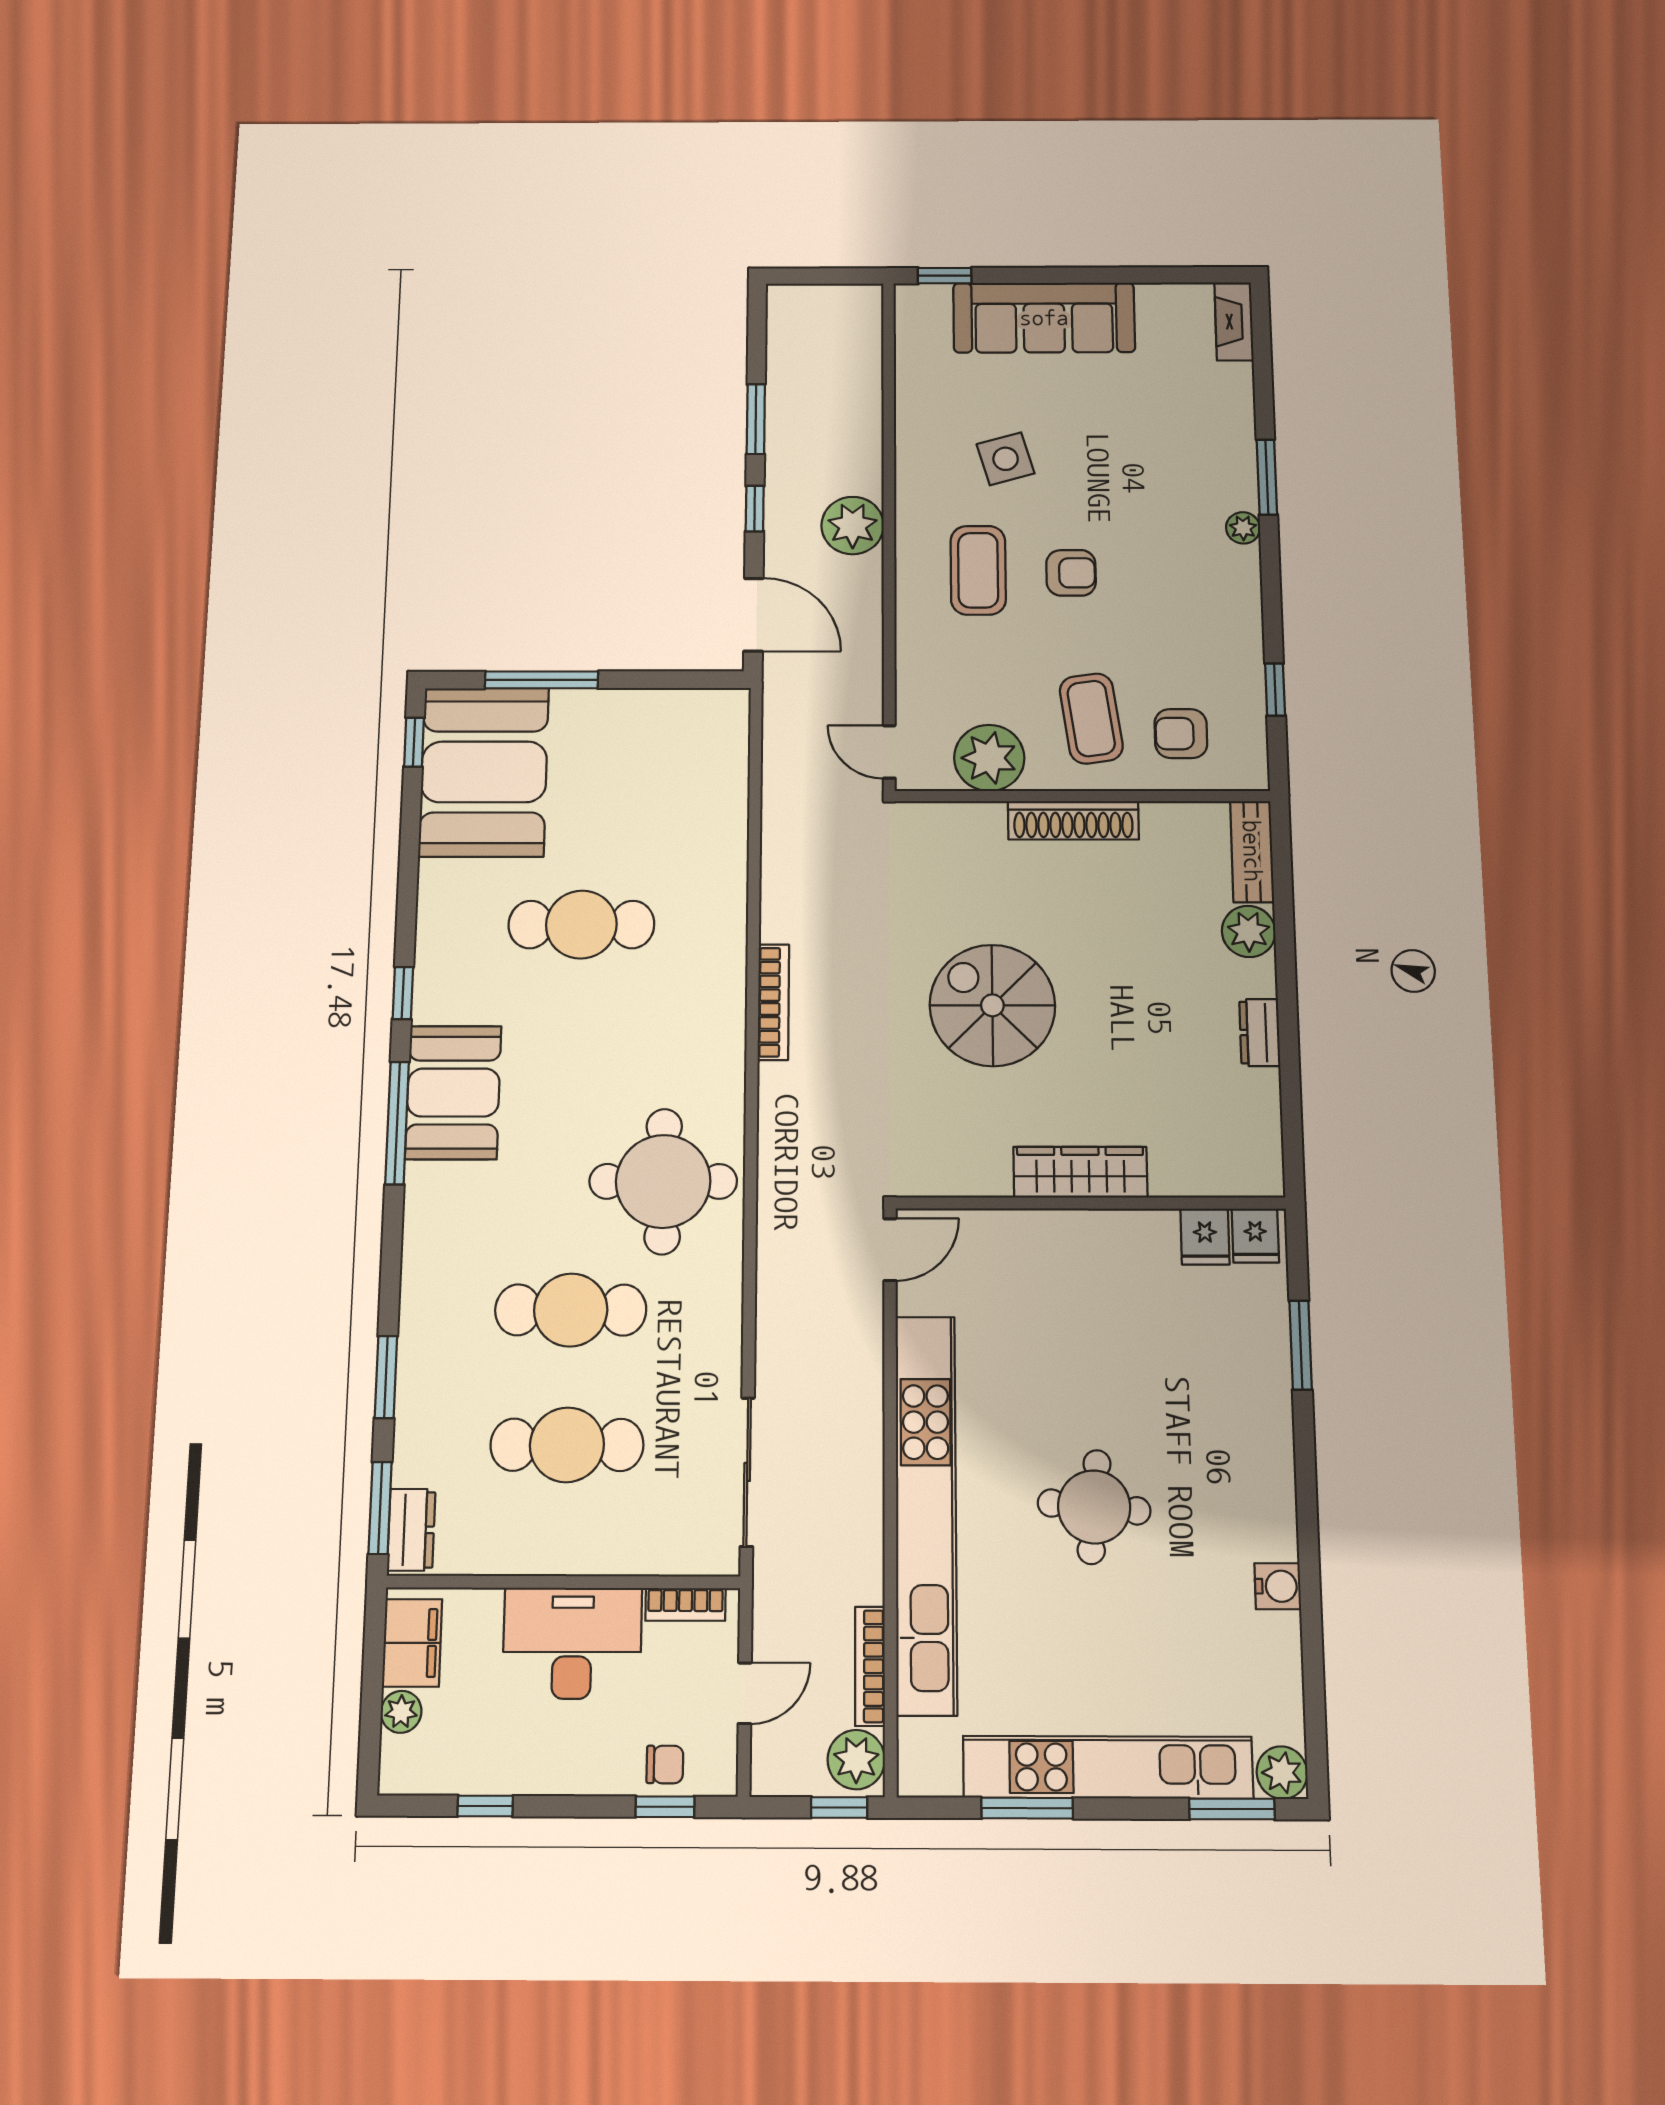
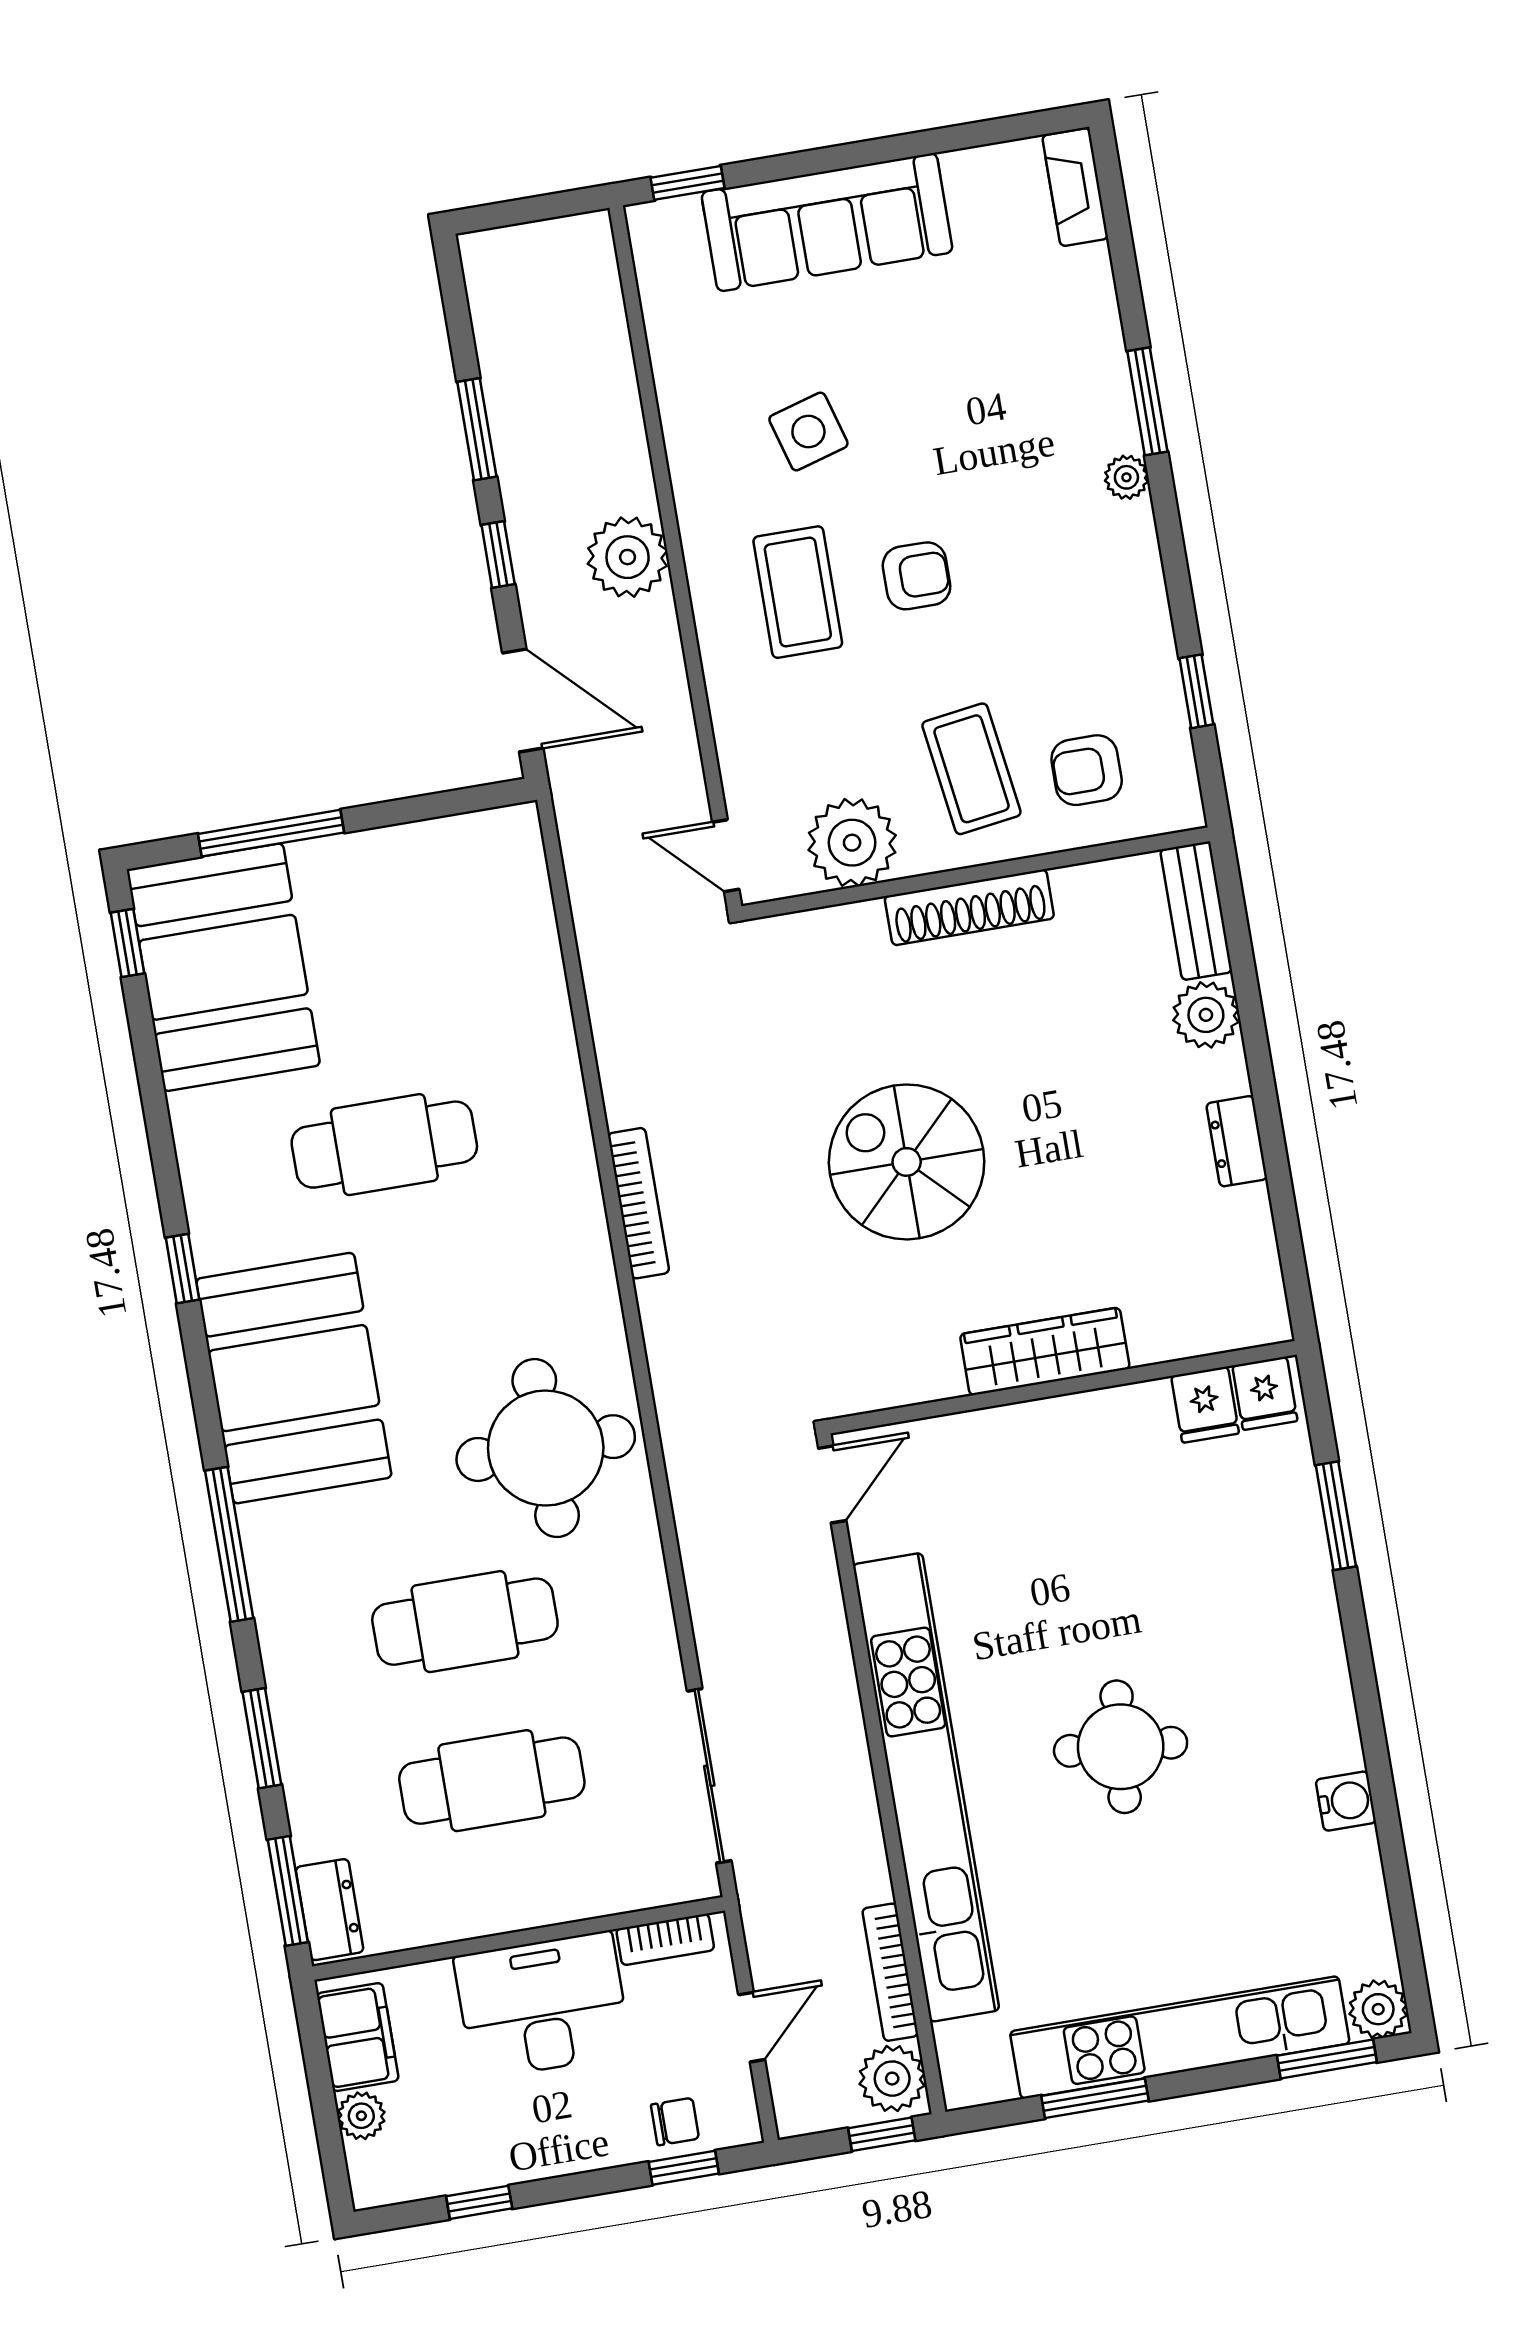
booth: (453, 1092) -> (294, 1378), width x1.36, depth x1.42
window: (397, 1123) -> (229, 1544), moved

